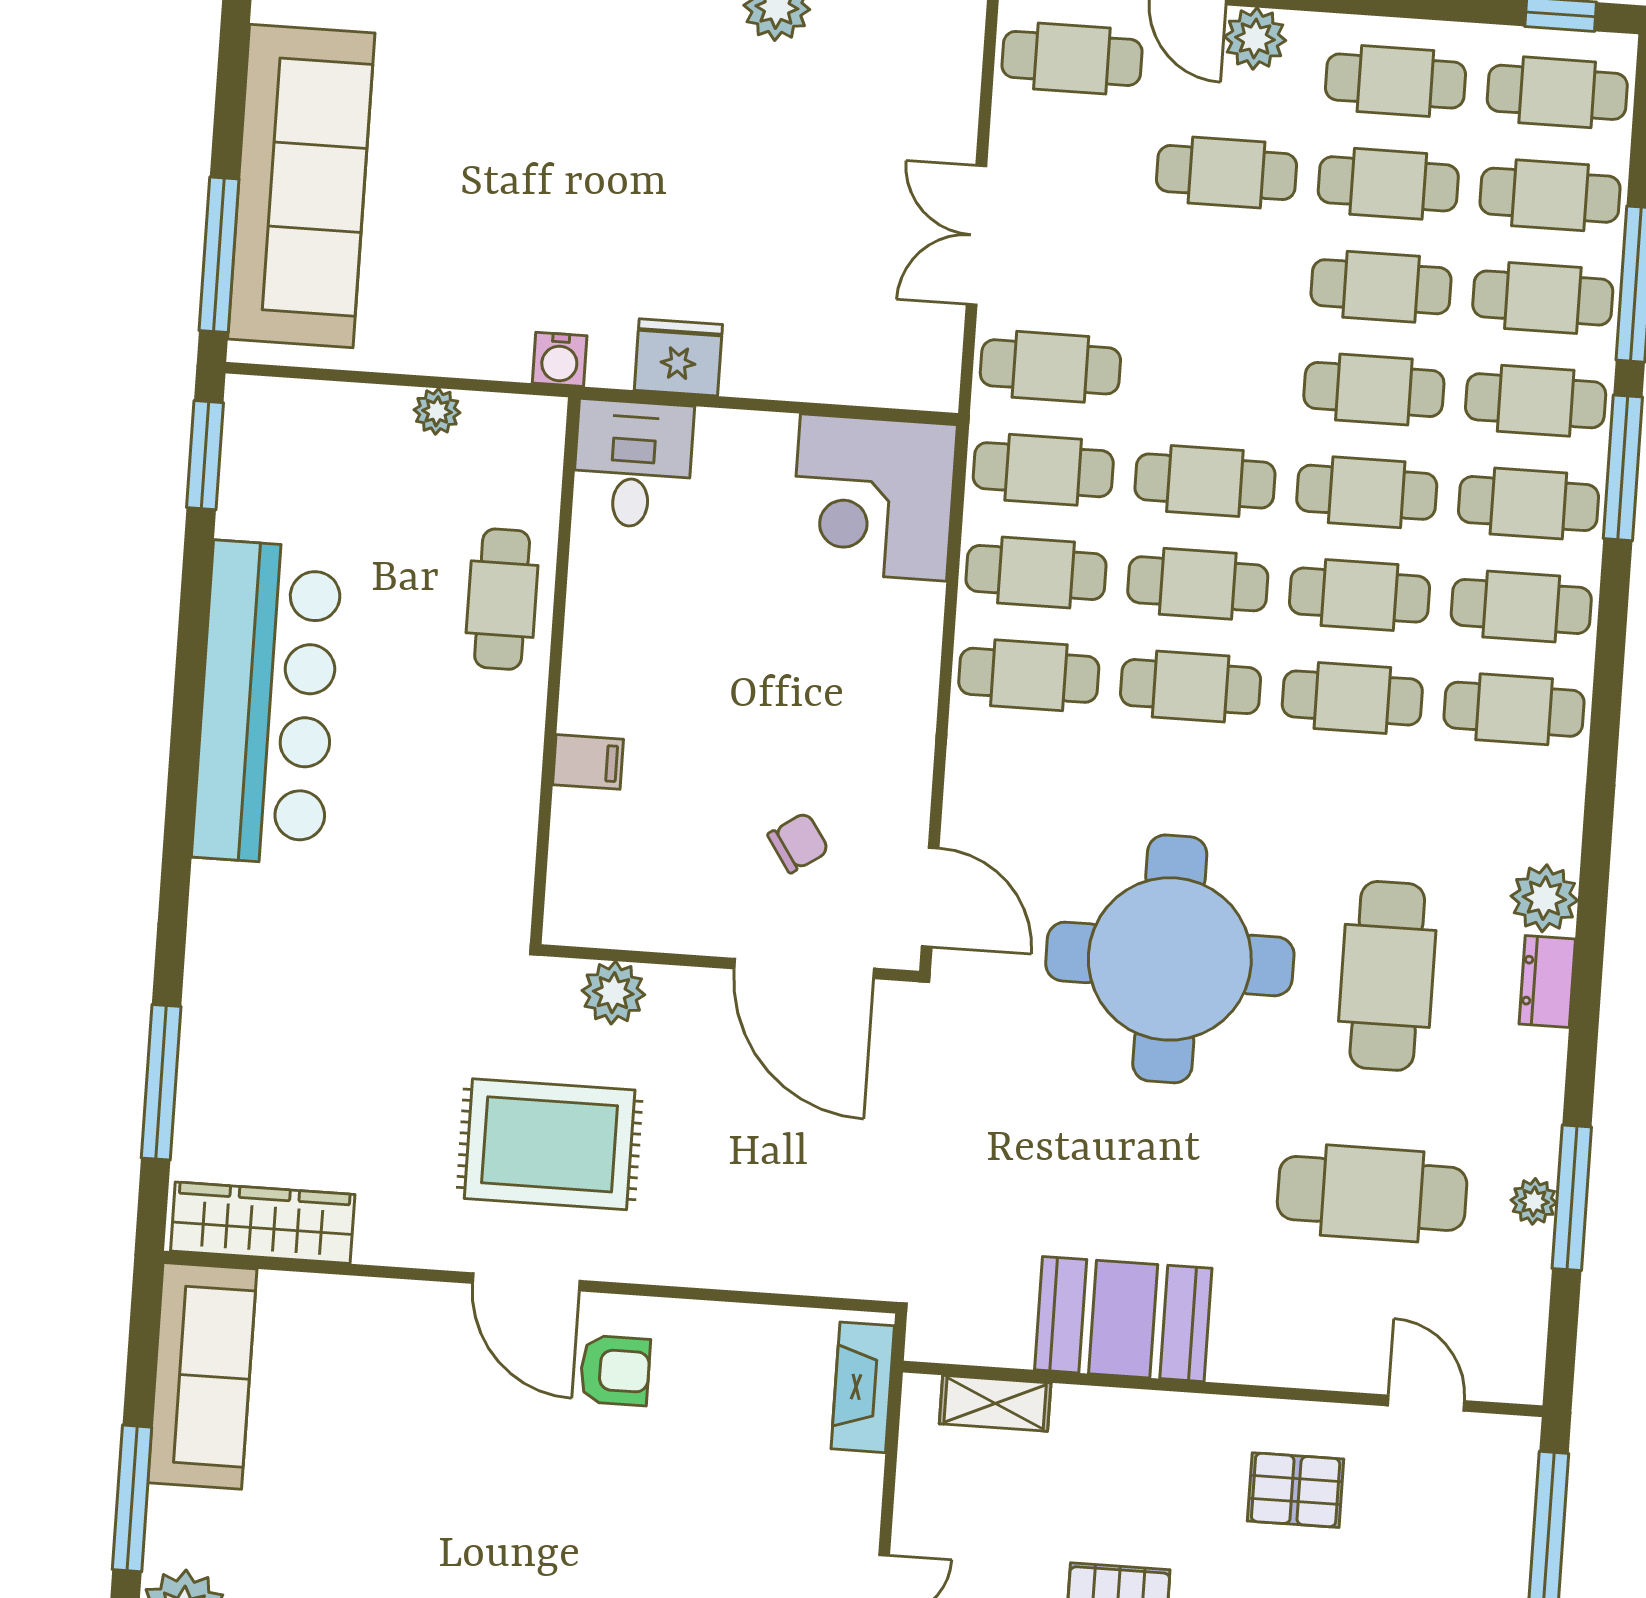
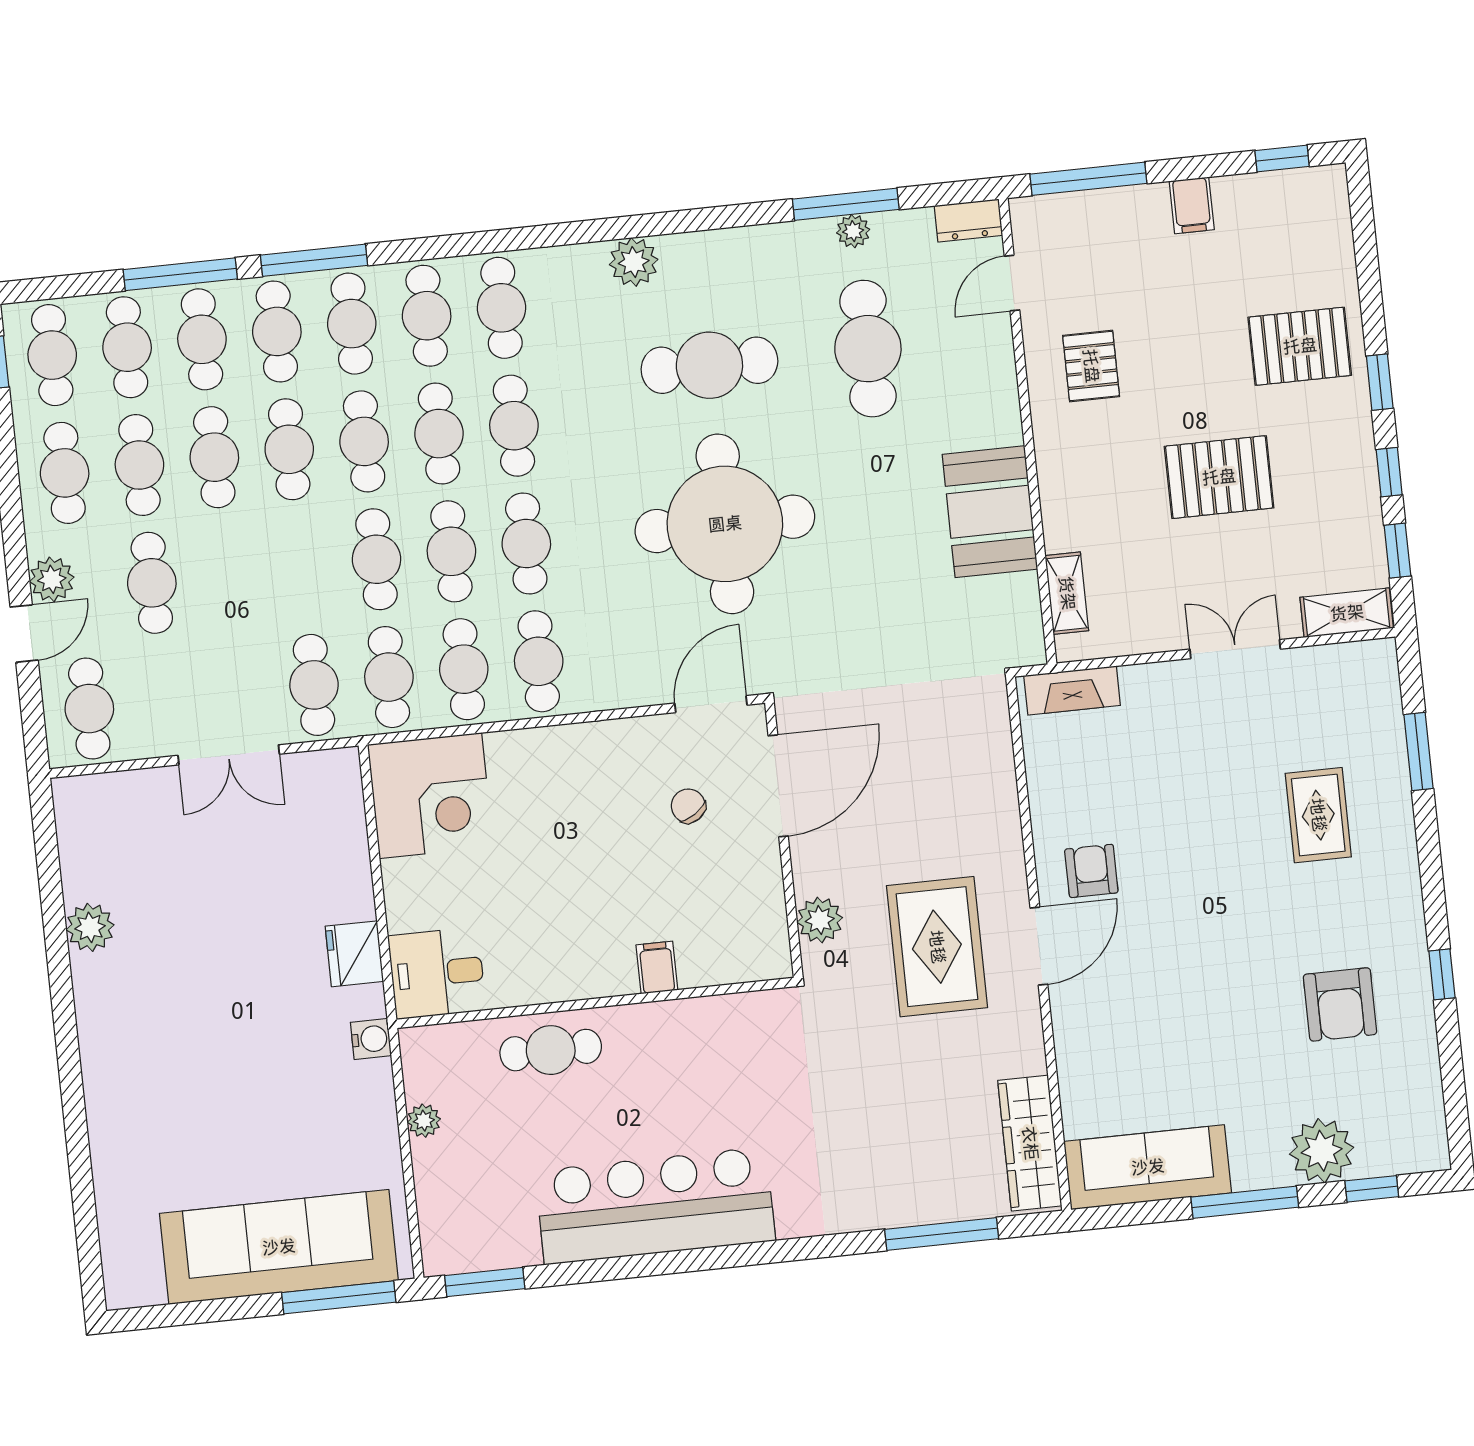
dresser: (1547, 982) -> (968, 221), moved

